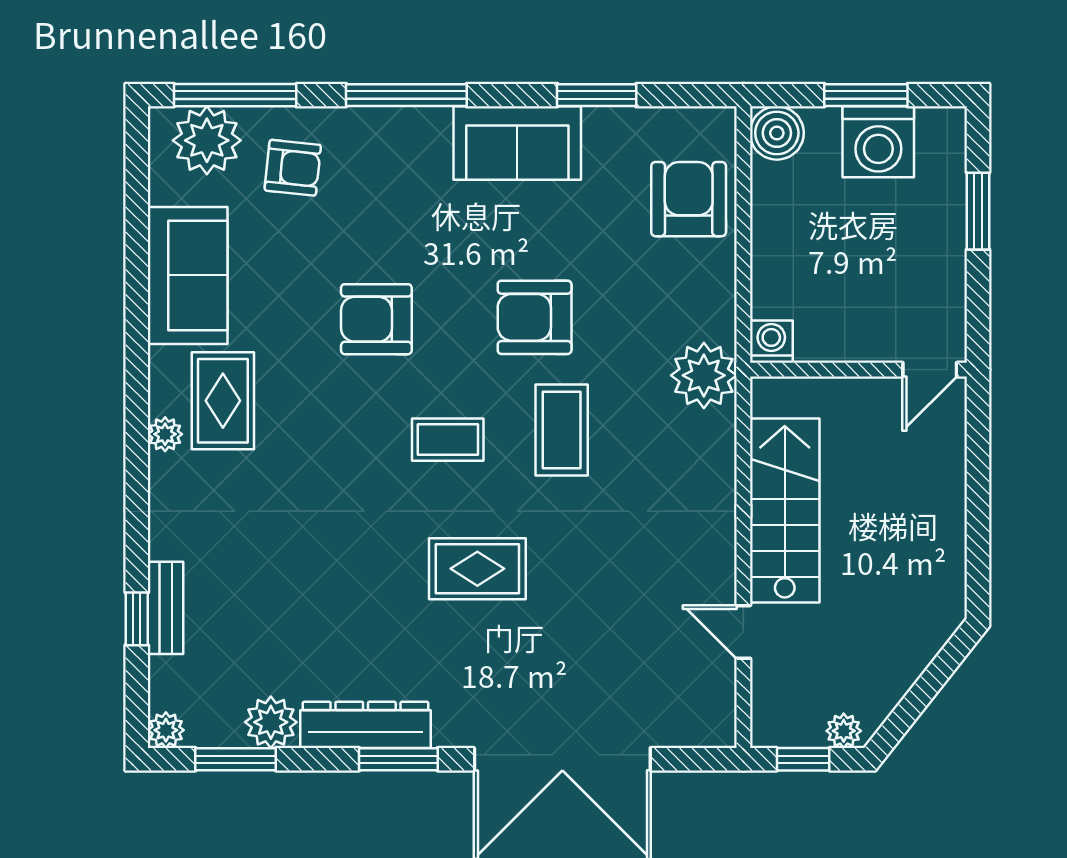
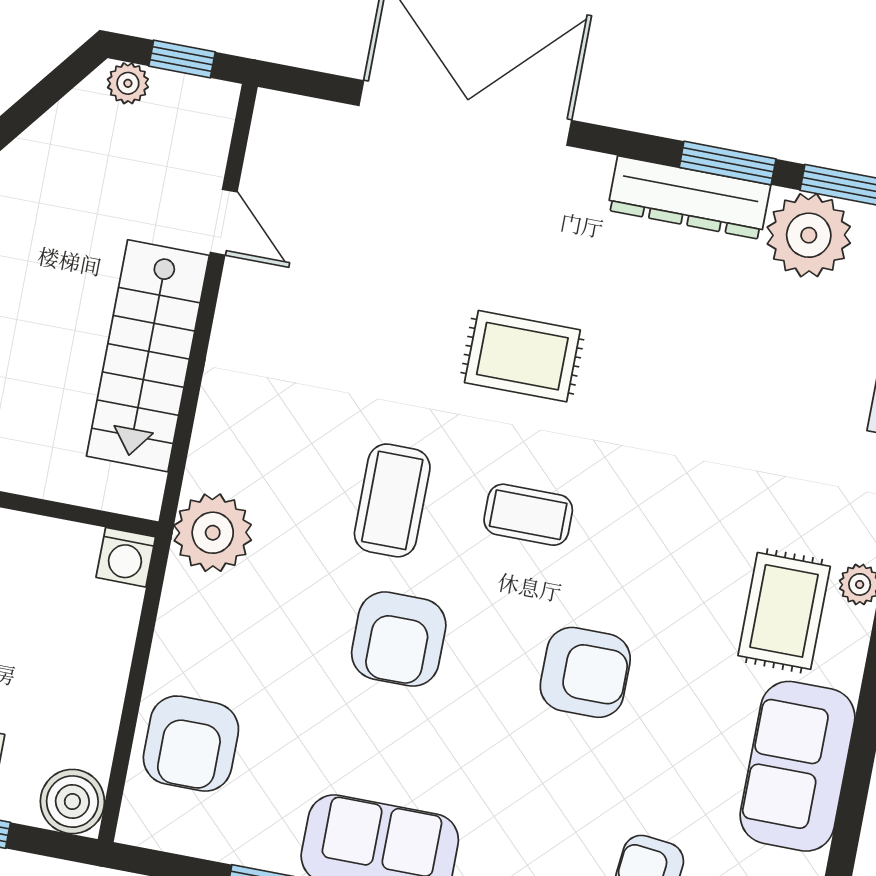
armchair: (535, 317) -> (399, 639), turned 90
plant: (271, 722) -> (809, 235), width x1.36, depth x1.36
window: (398, 759) -> (728, 163), moved

